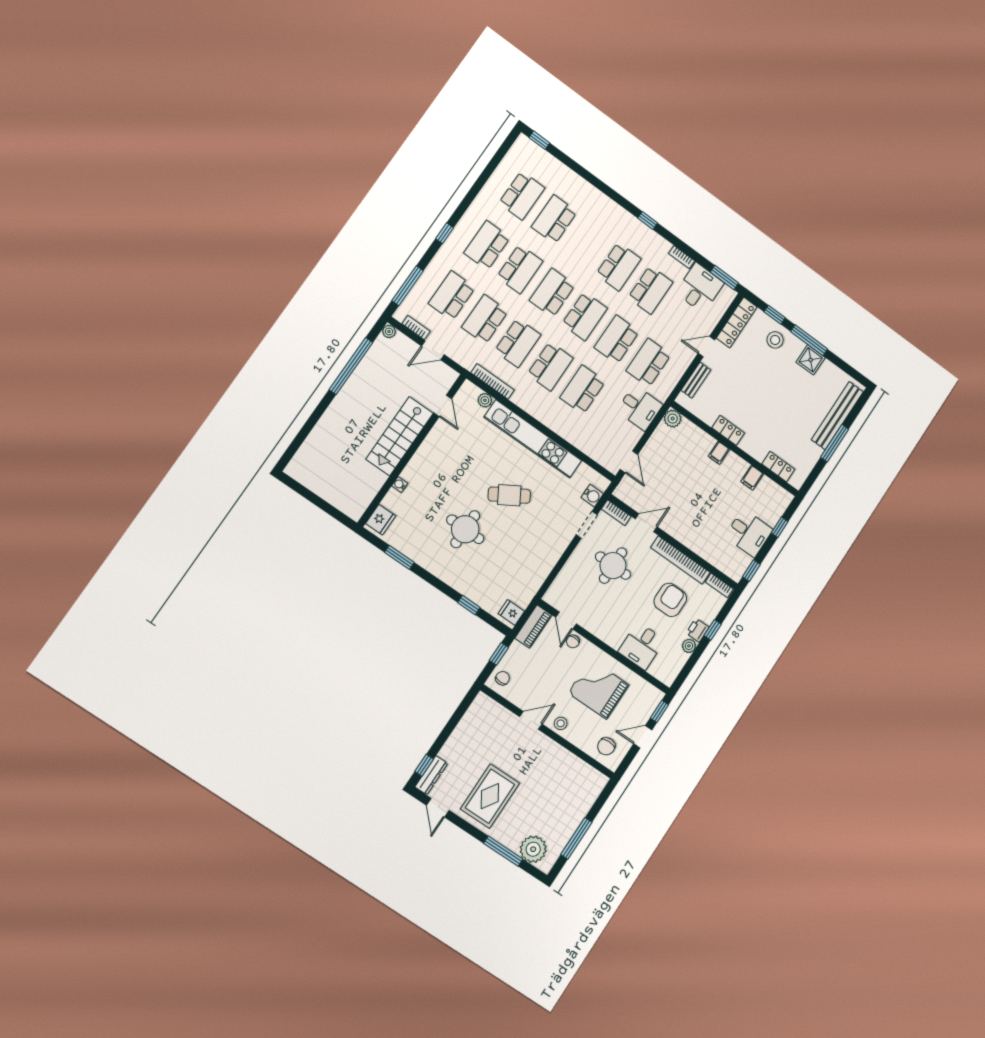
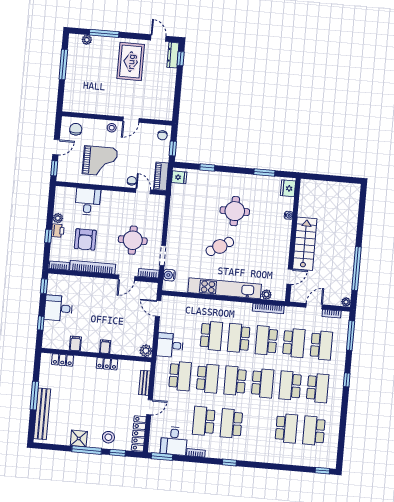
door: (443, 406) -> (290, 277), swing flipped
plant: (533, 849) -> (87, 40), width x0.53, depth x0.53

